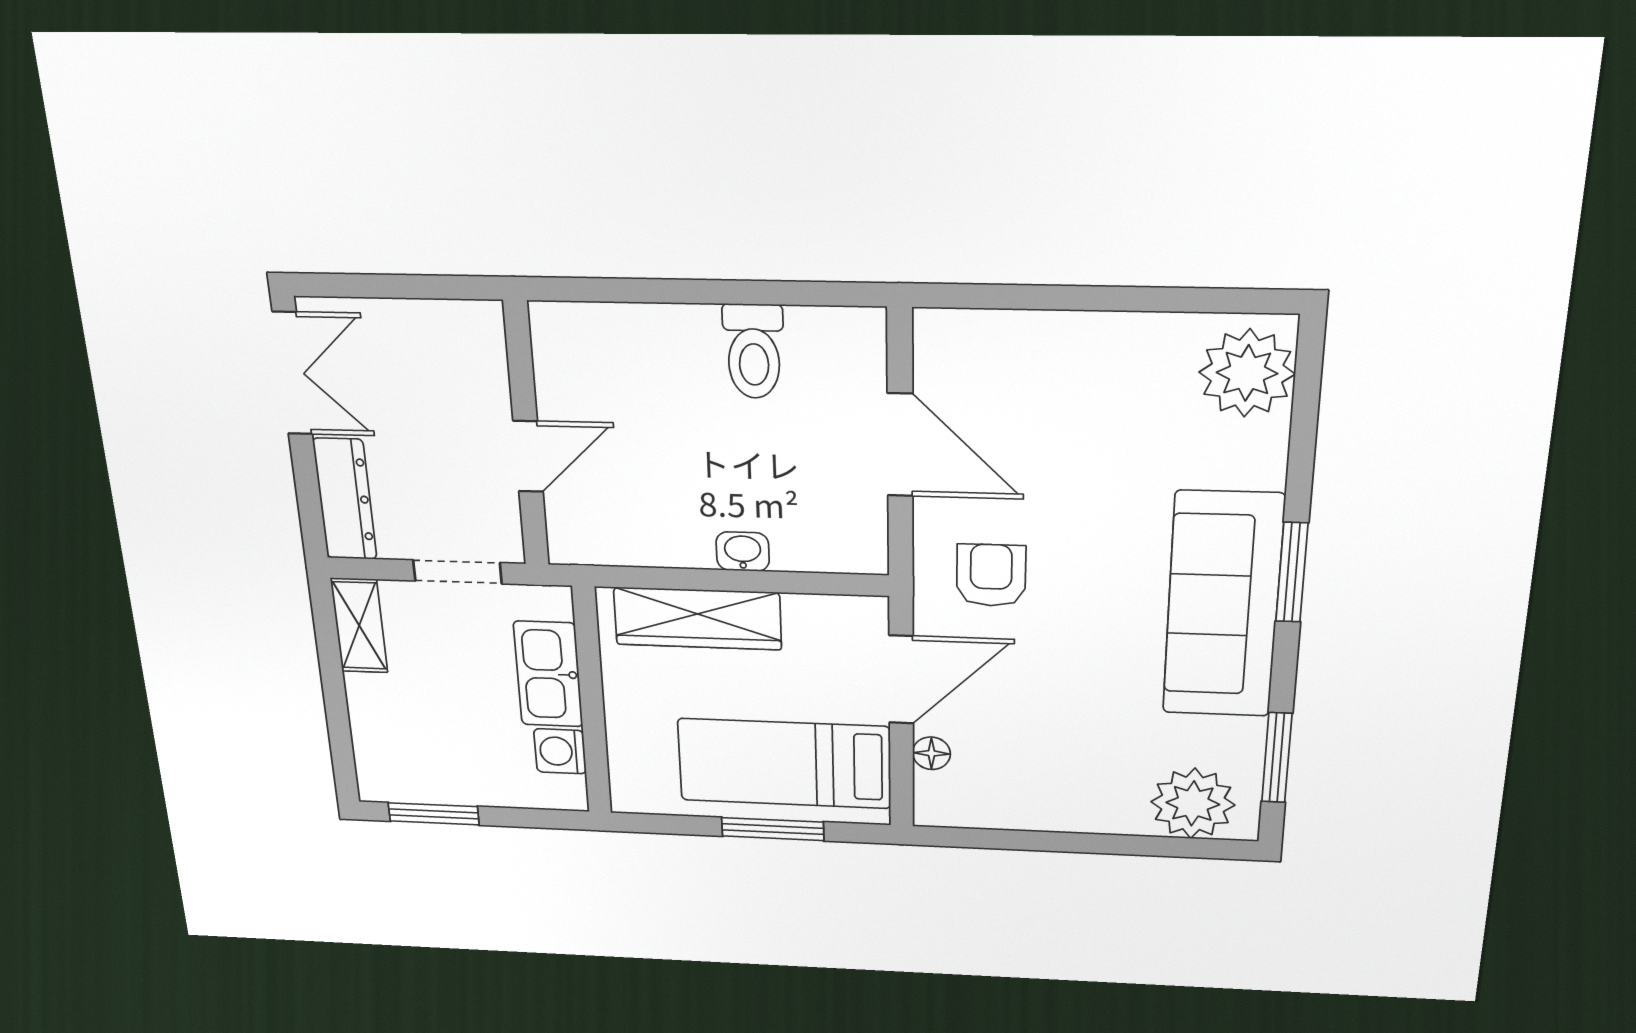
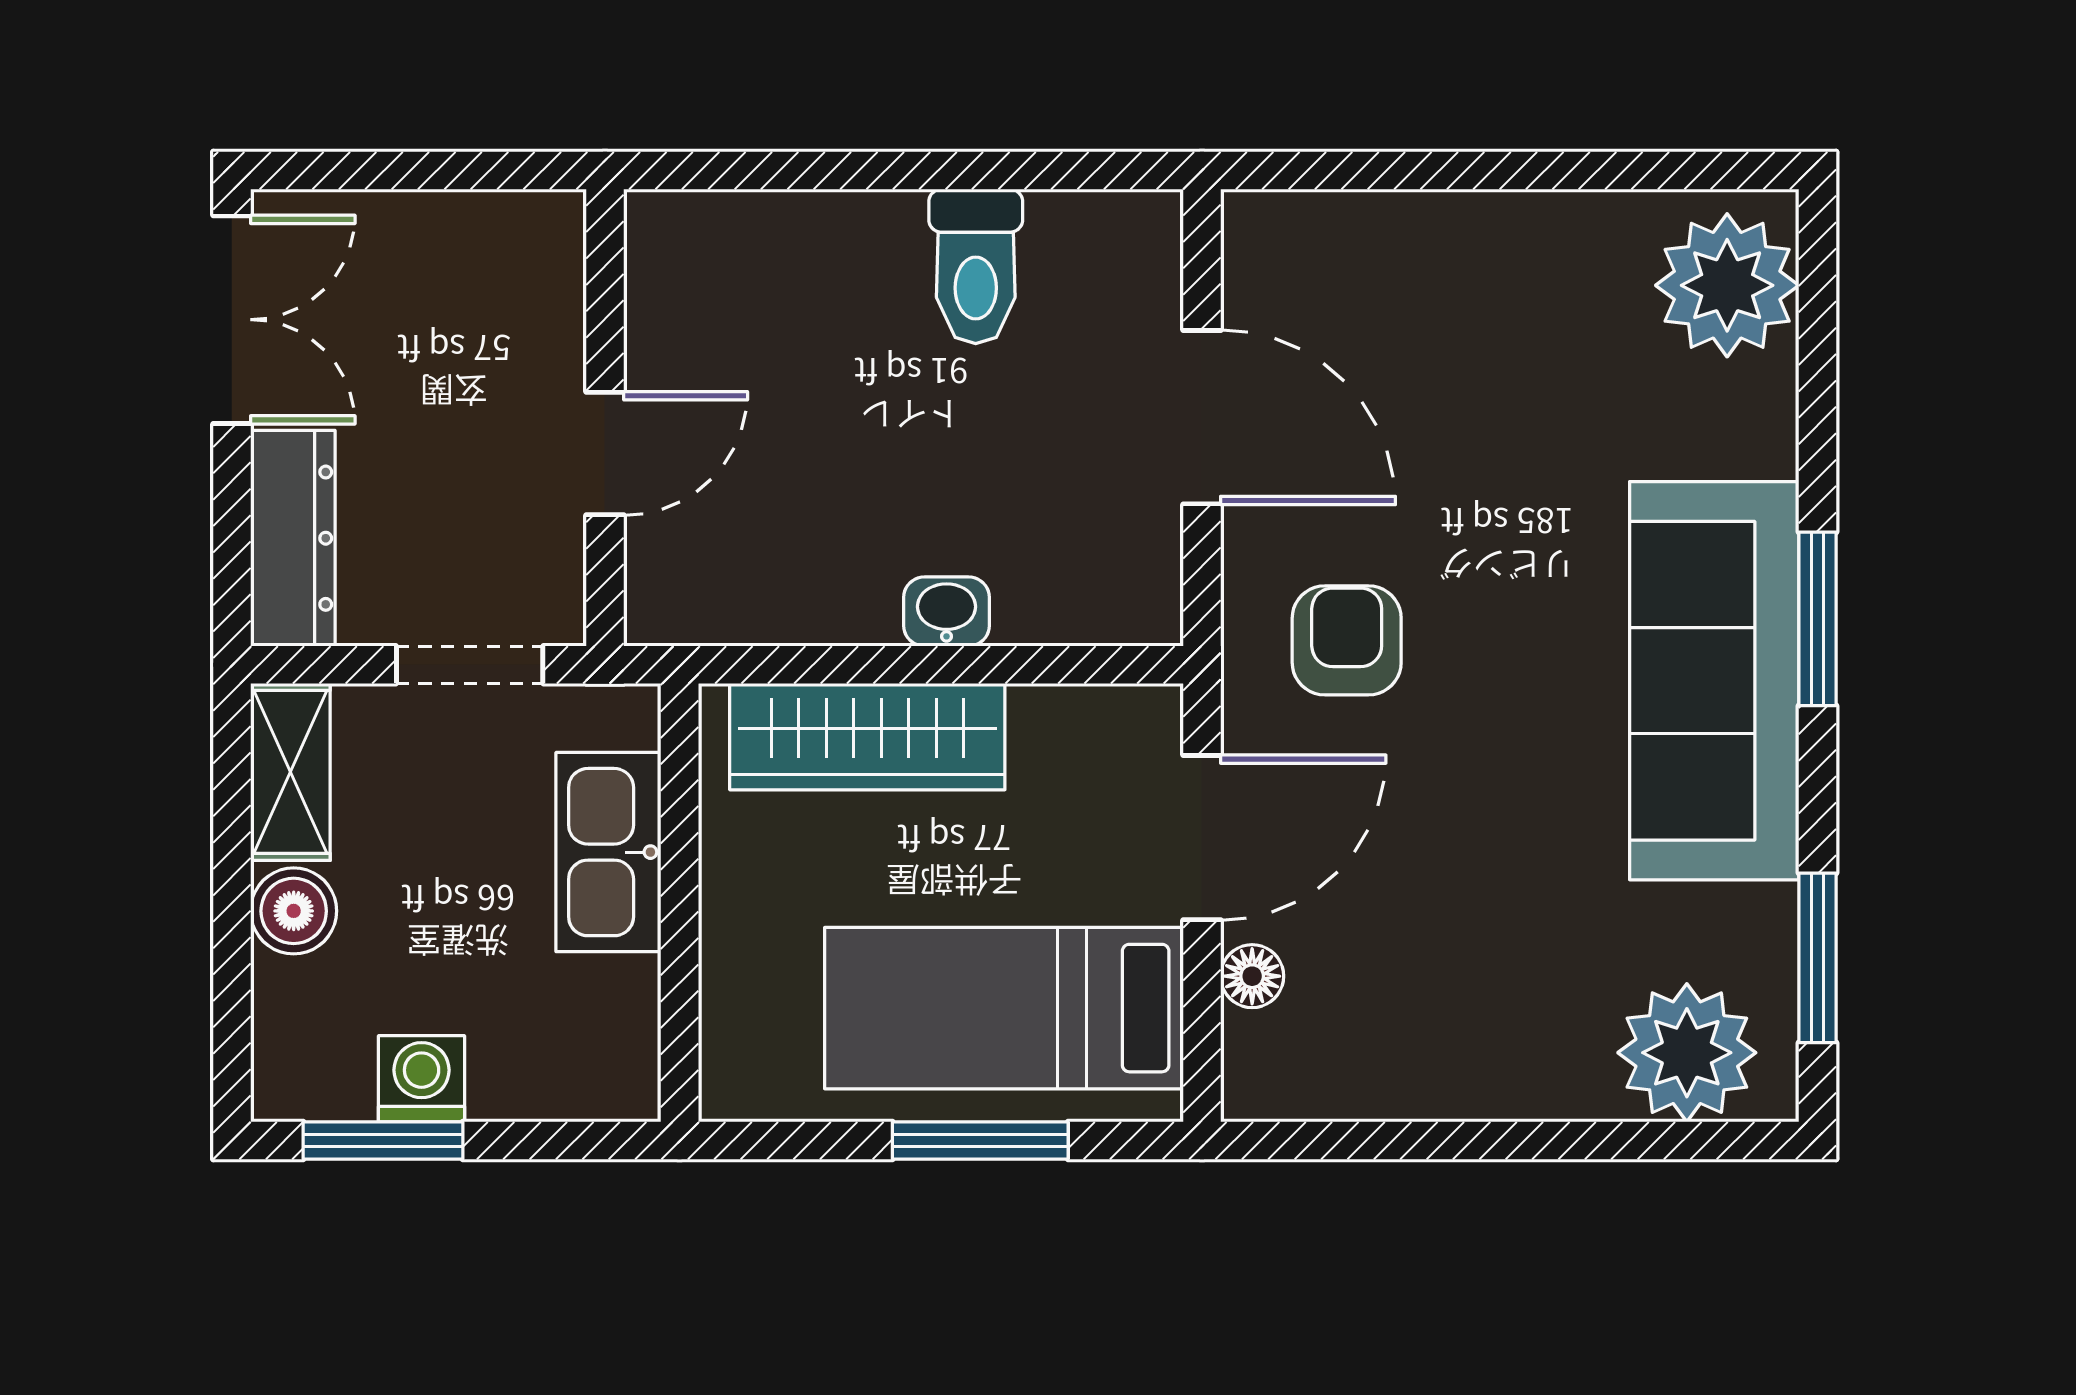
boiler: (370, 698) -> (294, 911), added
washing machine: (560, 751) -> (422, 1079), moved, turned 90

